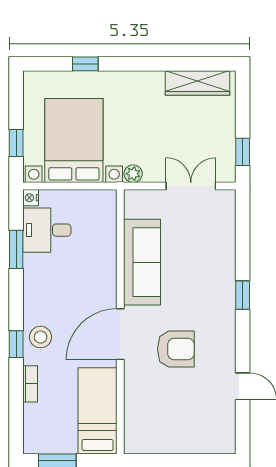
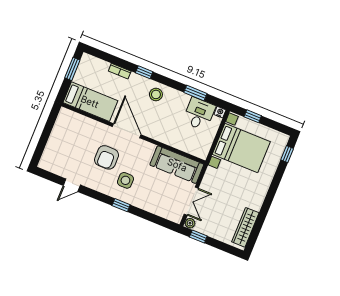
window: (85, 64) -> (287, 154), moved
plant: (133, 174) -> (190, 223), moved
sofa: (142, 262) -> (177, 165), moved
side table: (200, 304) -> (125, 180), added
stool: (41, 337) -> (156, 94), moved

